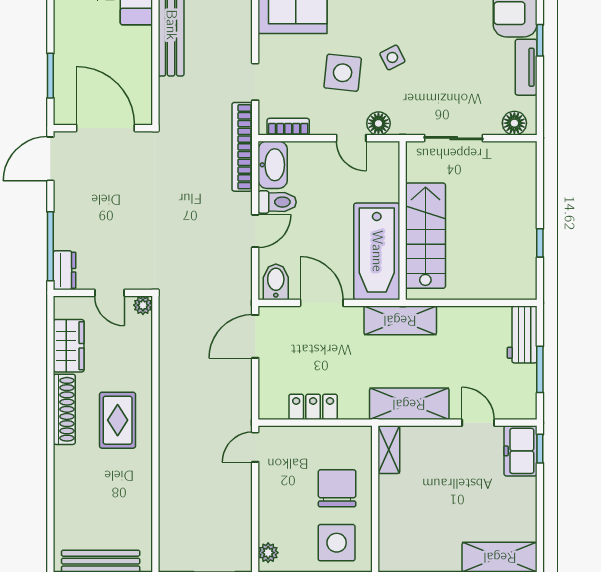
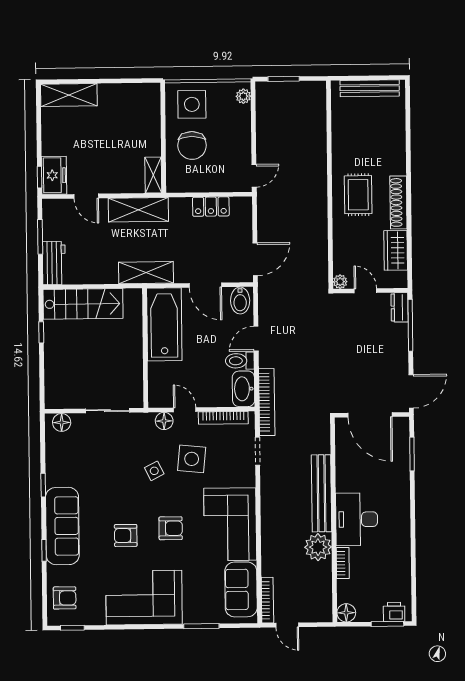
tv unit: (526, 67) -> (53, 465), removed
bookcase: (288, 127) -> (223, 418), width x1.56
stairs: (425, 236) -> (83, 304), moved, turned -90

